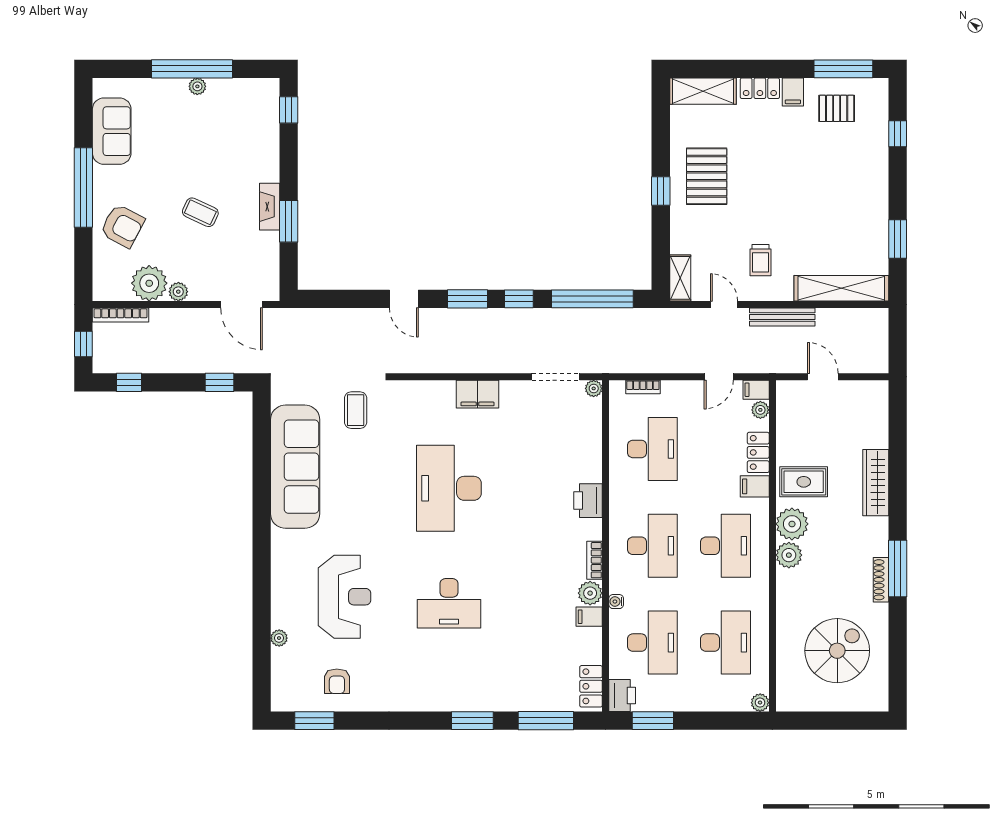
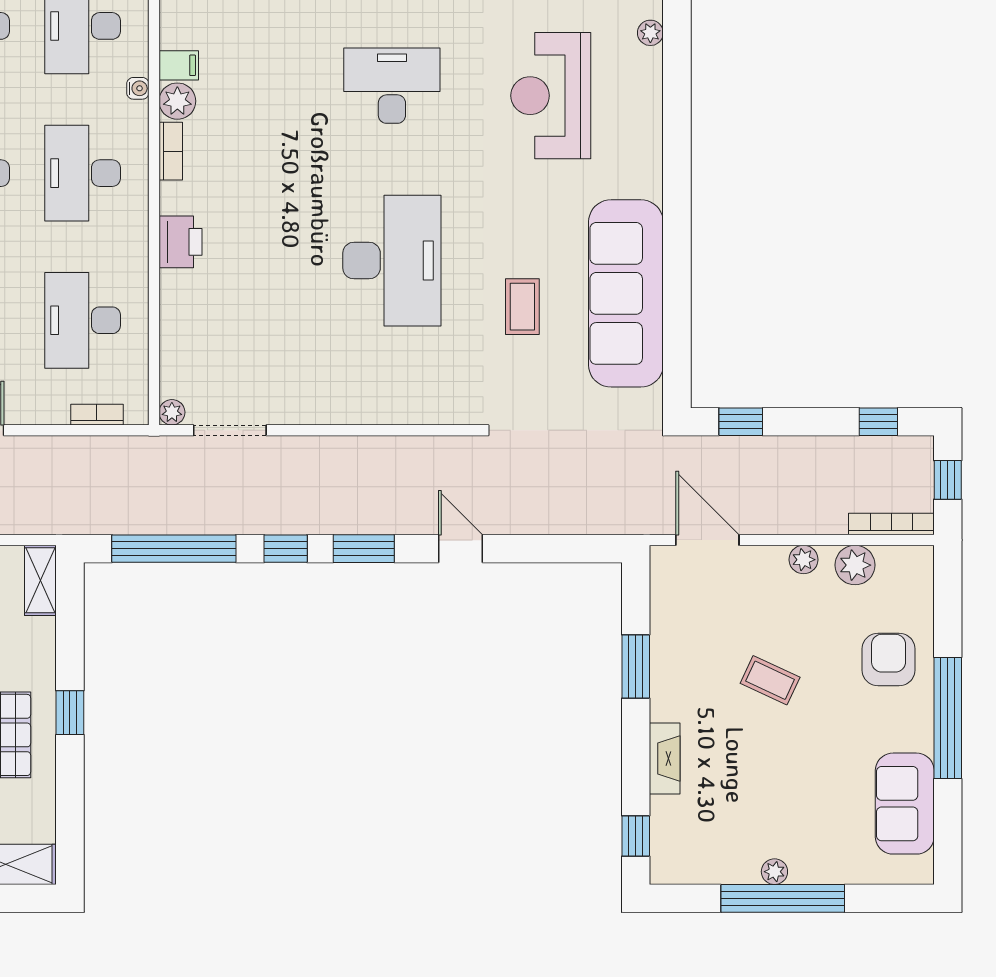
fireplace: (270, 207) -> (665, 759), moved
armchair: (122, 226) -> (889, 659), turned 62
plant: (149, 283) -> (855, 565), width x0.73, depth x0.73
filing cabinet: (477, 394) -> (349, 404), removed
coffee table: (356, 410) -> (522, 307), moved

